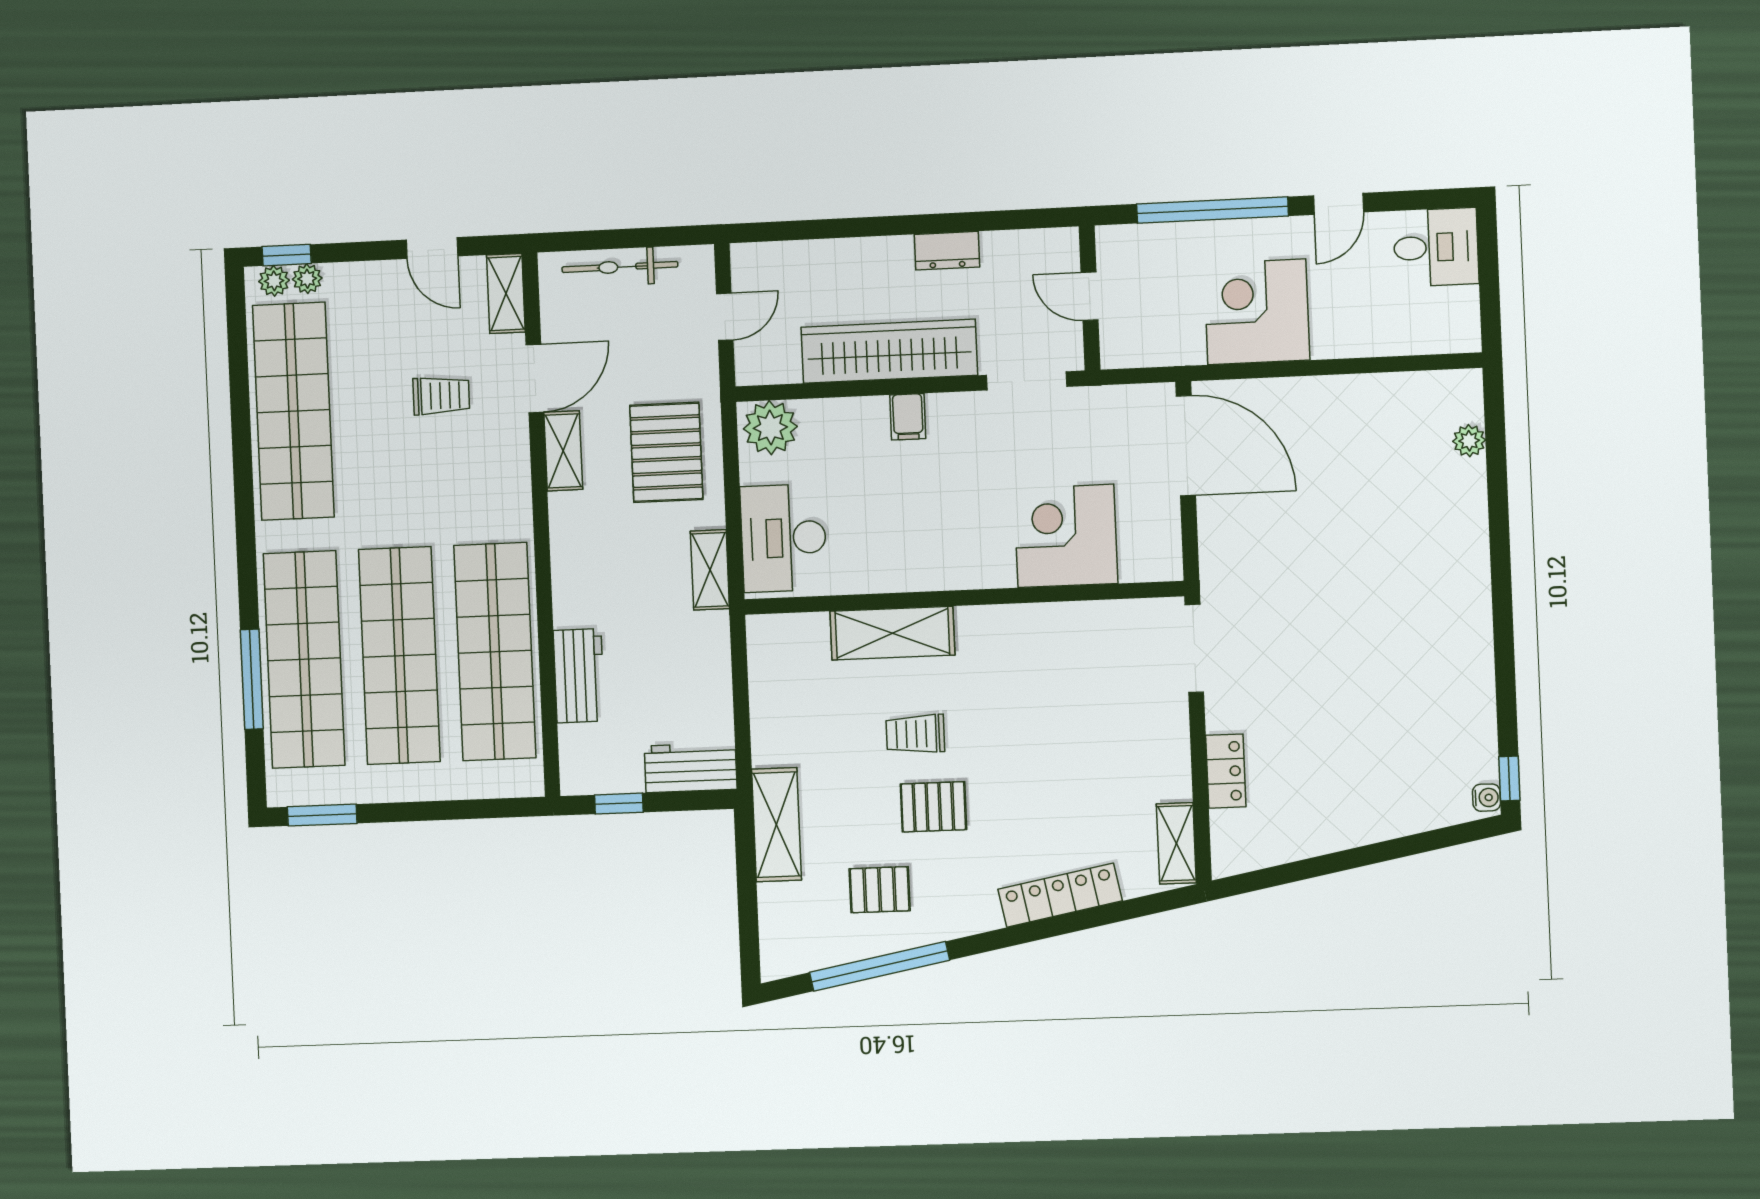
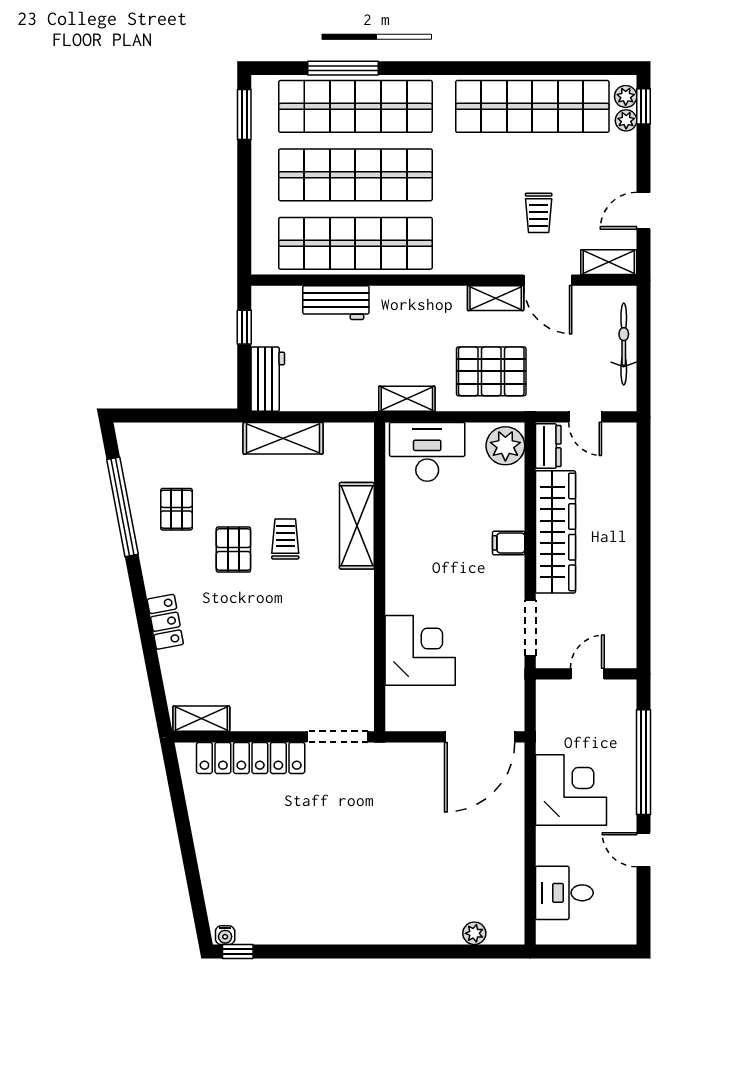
desk: (1436, 247) -> (564, 893), moved, turned 90
dresser: (947, 251) -> (548, 446), moved, turned 180
locker: (1226, 771) -> (251, 758), width x2.16, depth x1.21
shelving: (776, 825) -> (283, 438), moved
locker: (1060, 895) -> (165, 622), width x0.66

